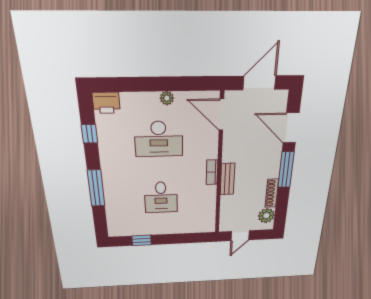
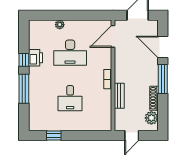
plant: (167, 98) -> (60, 25), moved
printer: (106, 103) -> (35, 58), moved, turned -90
door: (221, 115) -> (113, 36), hinge flipped
window: (89, 134) -> (24, 60), moved
bench: (227, 179) -> (119, 96), moved

